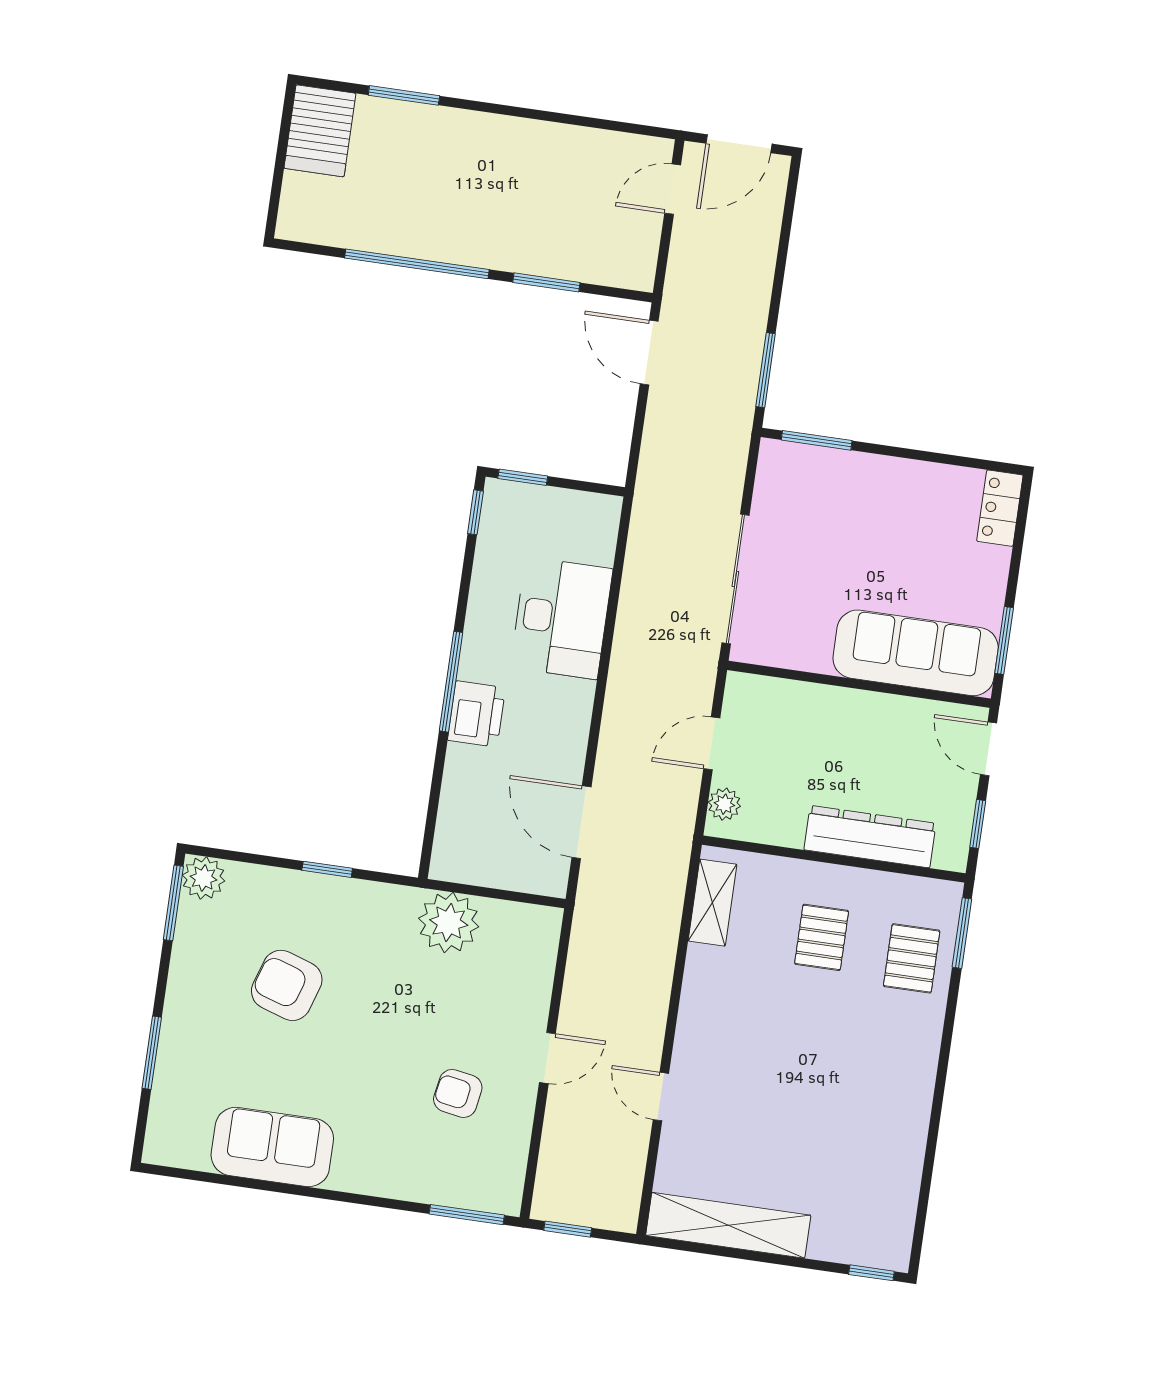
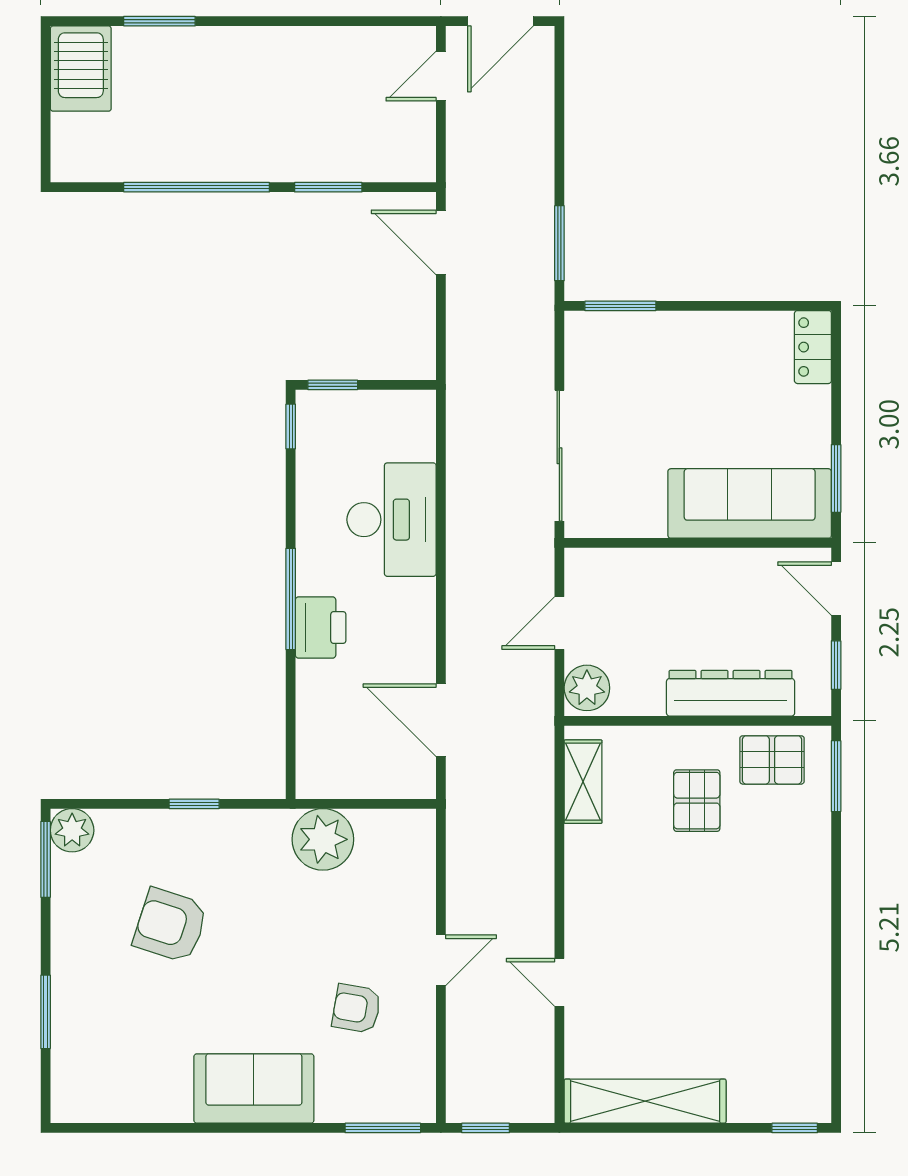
plant: (724, 804) -> (587, 688), width x1.38, depth x1.38
pallet: (912, 958) -> (772, 760), moved, turned 90
sofa: (272, 1147) -> (254, 1088), moved

